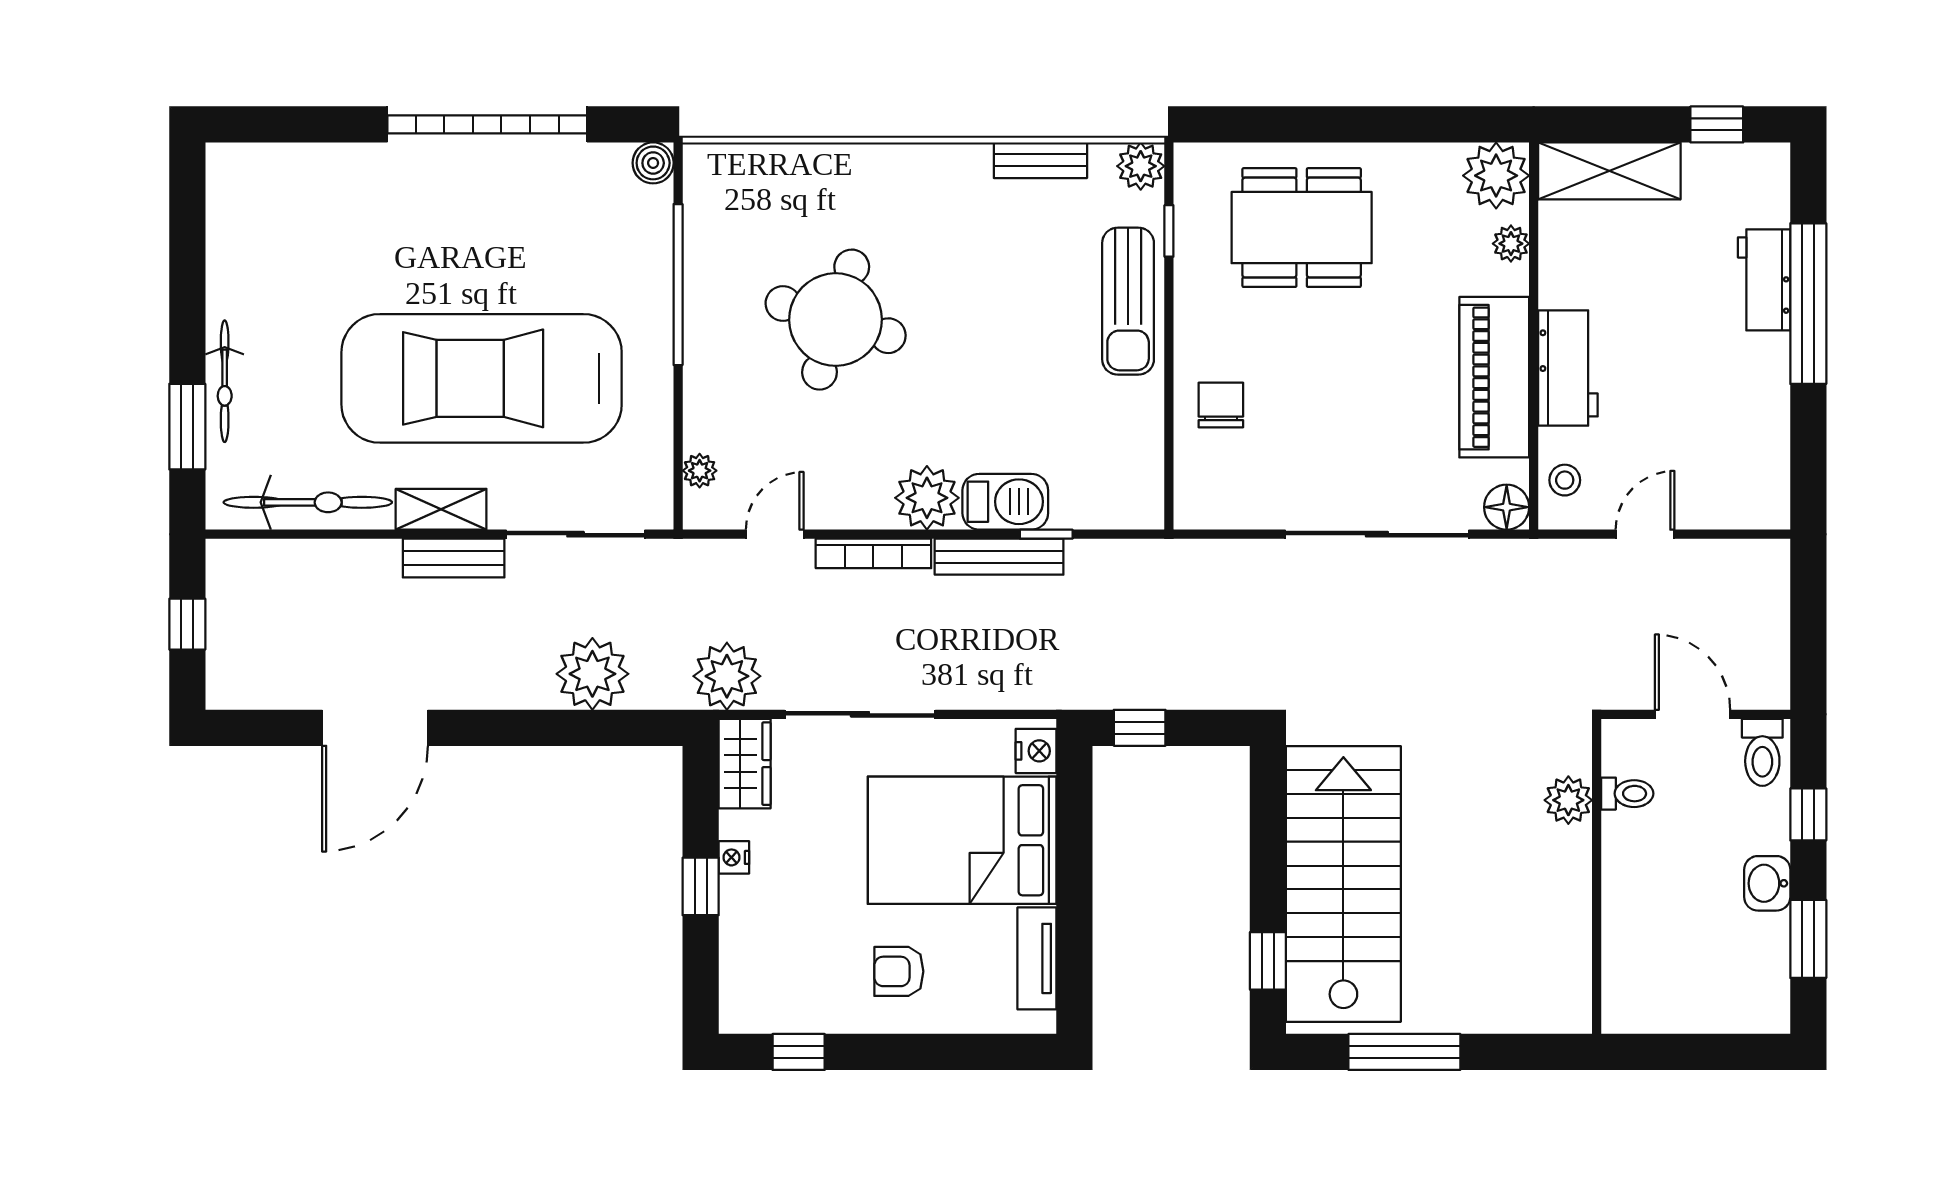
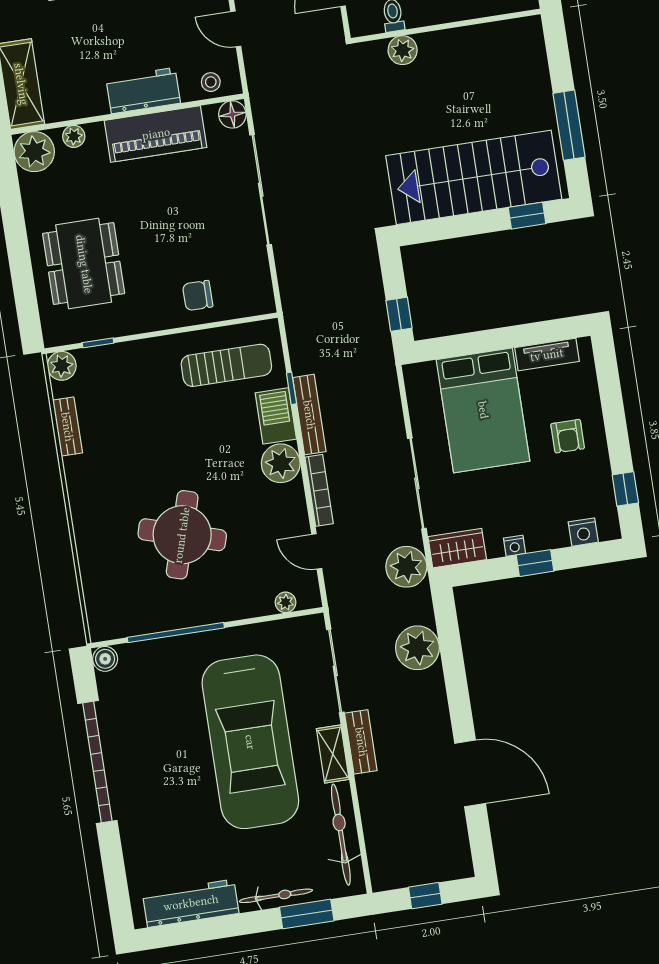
workbench: (234, 241) -> (191, 903), added
sun lounger: (1128, 301) -> (226, 365), moved
nightstand: (1036, 751) -> (583, 532), moved, turned 180

